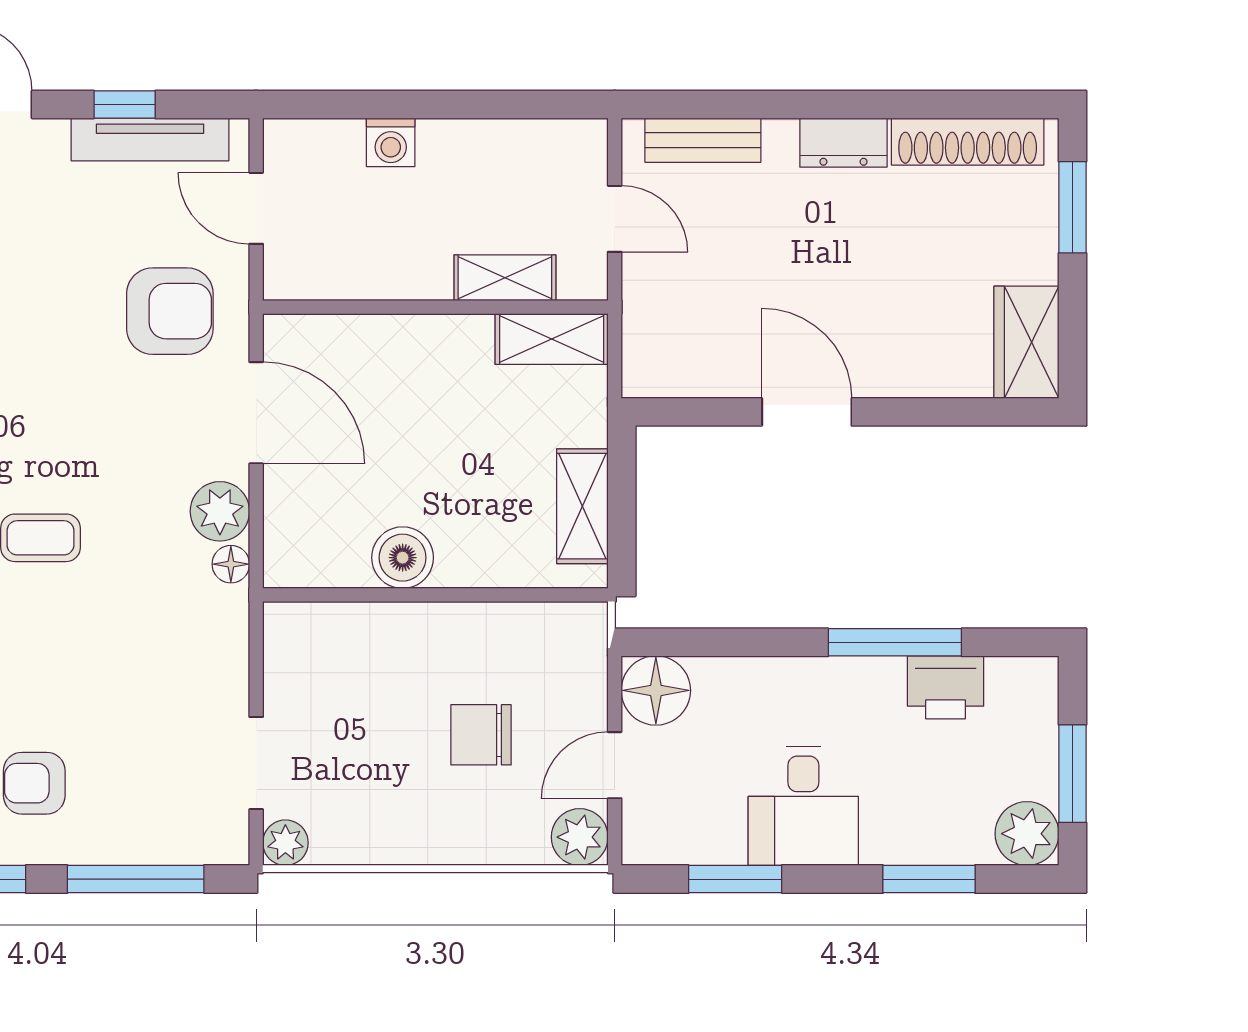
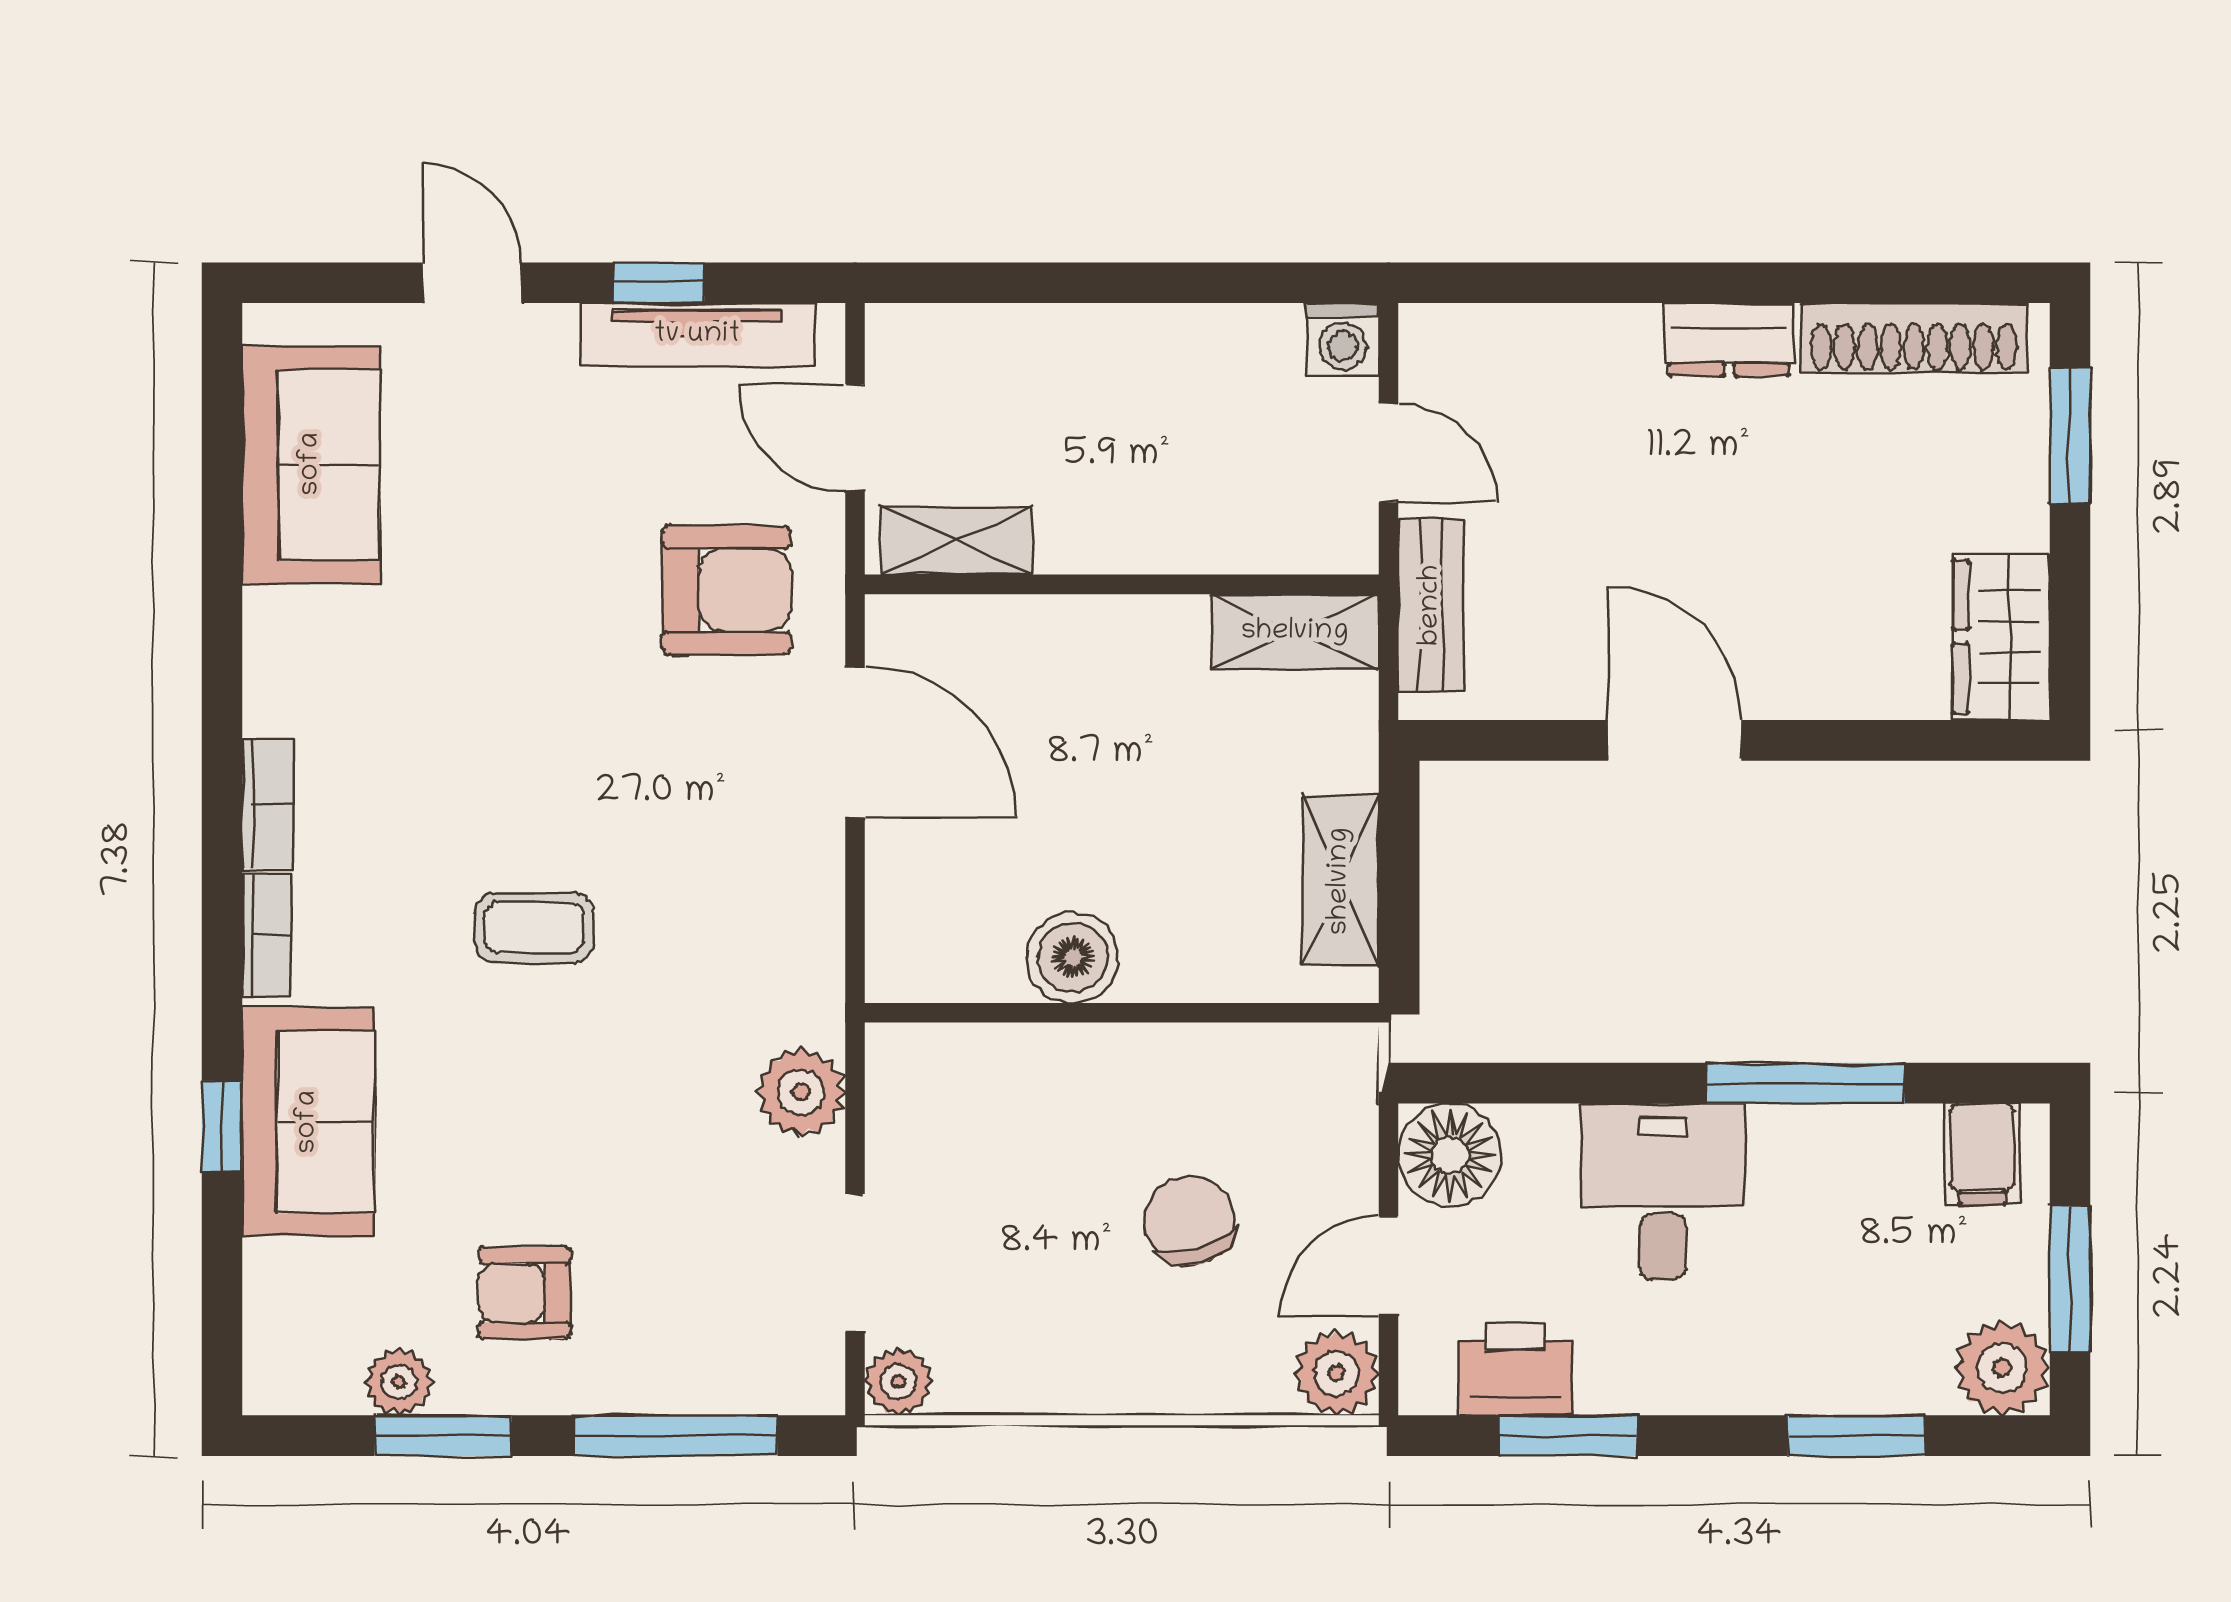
bench: (703, 140) -> (1431, 605), moved, turned 90
washing machine: (391, 142) -> (1343, 339), moved
shelving: (505, 278) -> (957, 541), moved
plant: (220, 511) -> (801, 1092), moved
floor lamp: (231, 564) -> (817, 967), removed
printer: (946, 687) -> (1515, 1368), moved, turned 180
filing cabinet: (1014, 690) -> (1982, 1154), added
chair: (481, 735) -> (1190, 1221), turned 73
desk: (803, 806) -> (1663, 1192), moved, turned 180

